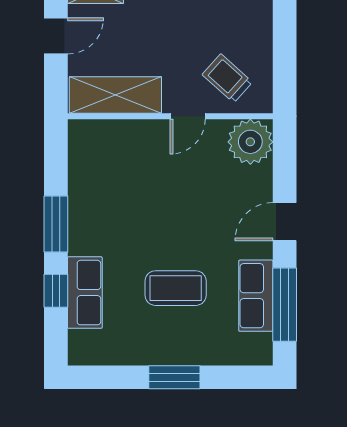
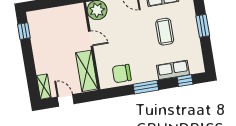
trolley: (227, 78) -> (72, 24), removed
chair: (96, 174) -> (122, 74), added
window: (56, 291) -> (185, 81), moved

